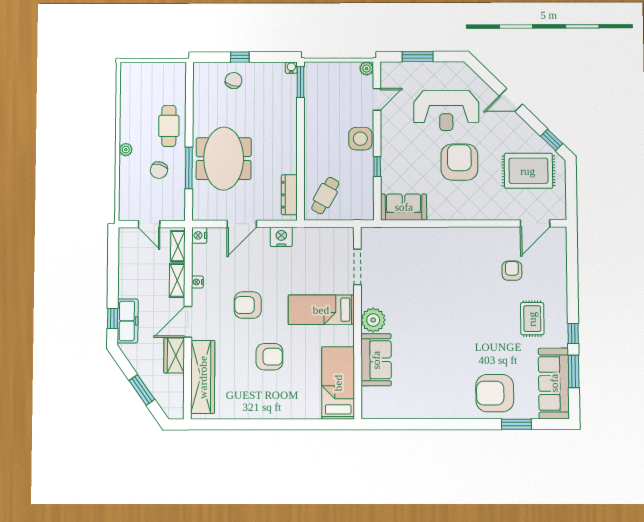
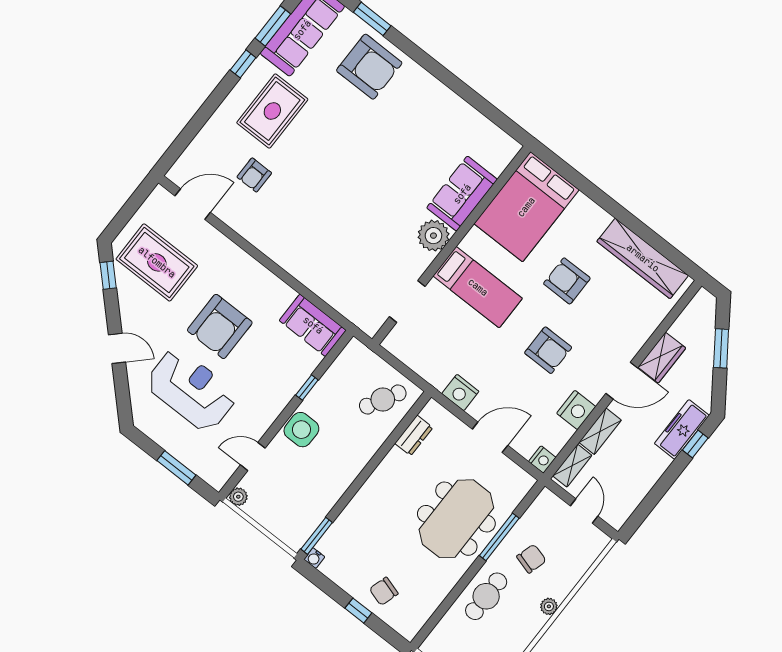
dresser: (289, 195) -> (414, 435), width x0.70
nightstand: (197, 282) -> (576, 410), width x1.89, depth x1.79
rug: (532, 319) -> (272, 111), width x1.36, depth x1.43
wardrobe: (203, 377) -> (643, 258), moved, turned -90
bed: (338, 383) -> (526, 207), width x1.50

